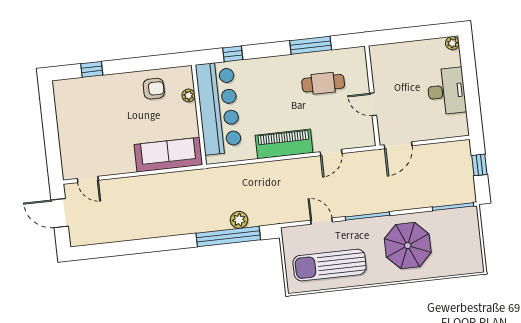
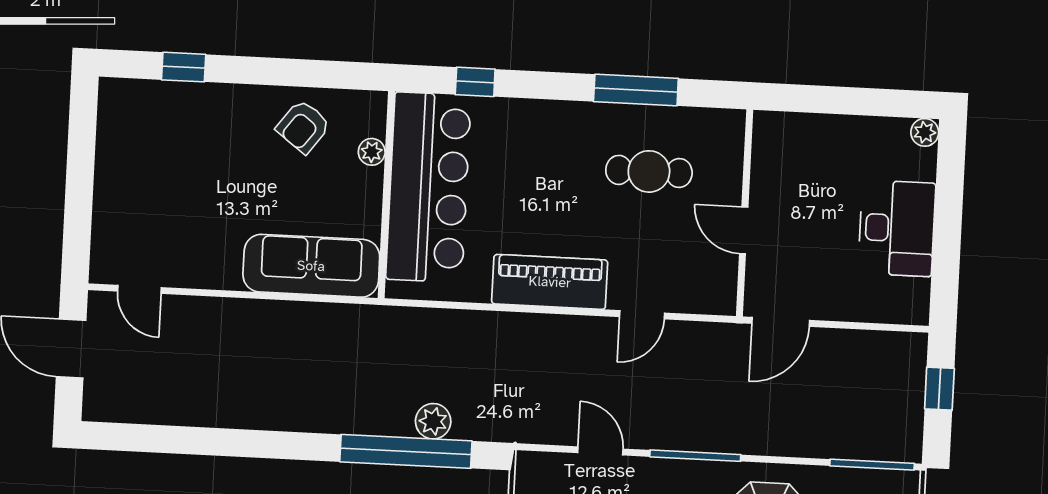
armchair: (154, 89) -> (303, 127), turned 127

